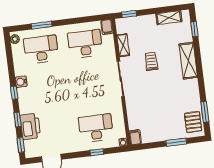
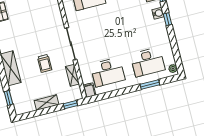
shelving: (169, 18) -> (47, 102), moved
water cooler: (21, 82) -> (158, 13), moved

